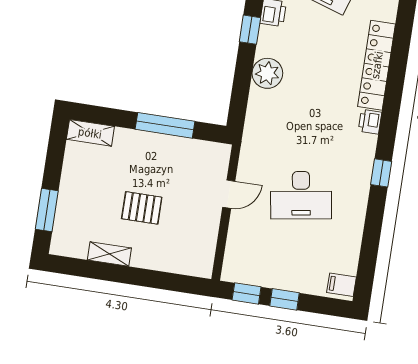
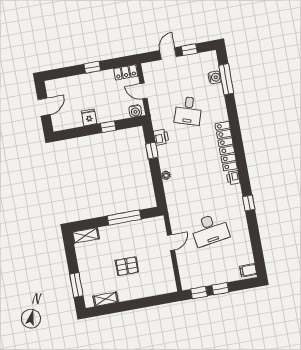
plant: (267, 73) -> (166, 175), width x0.53, depth x0.53
shelving: (109, 254) -> (106, 299), moved

